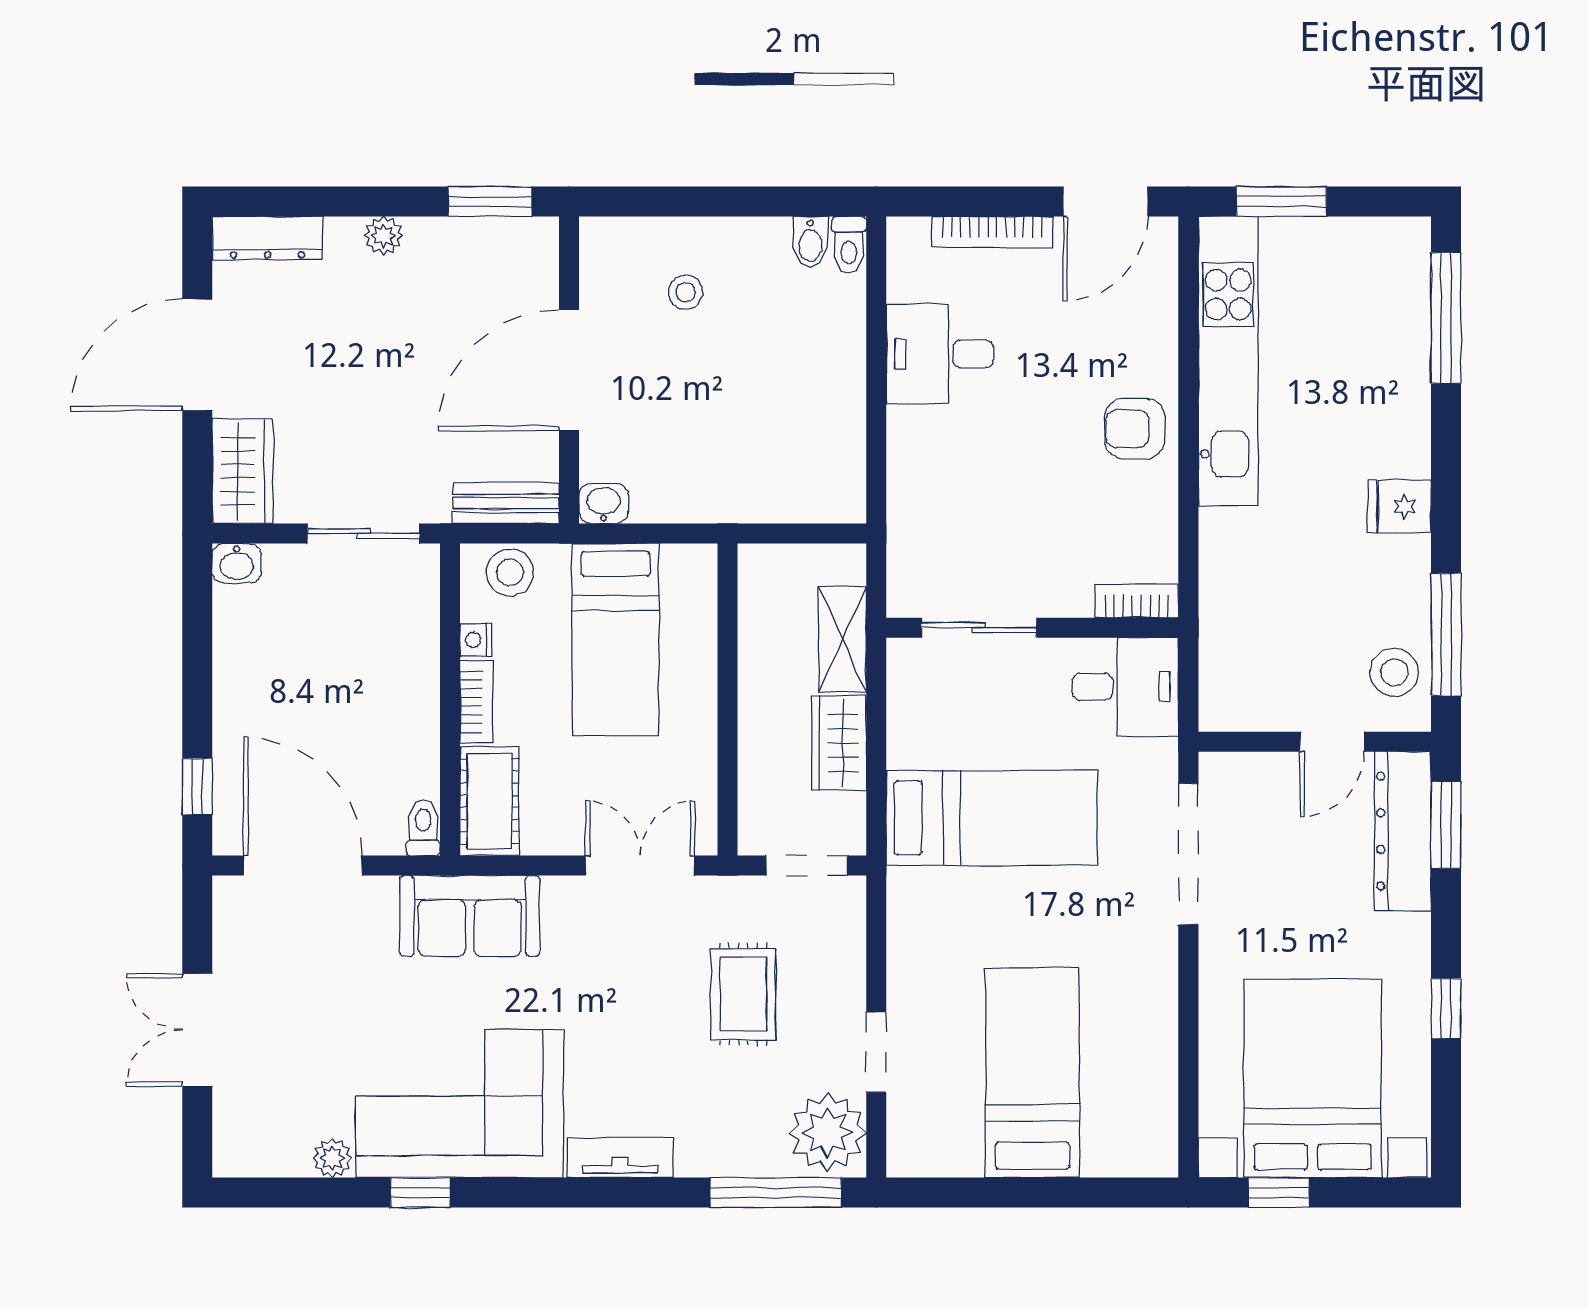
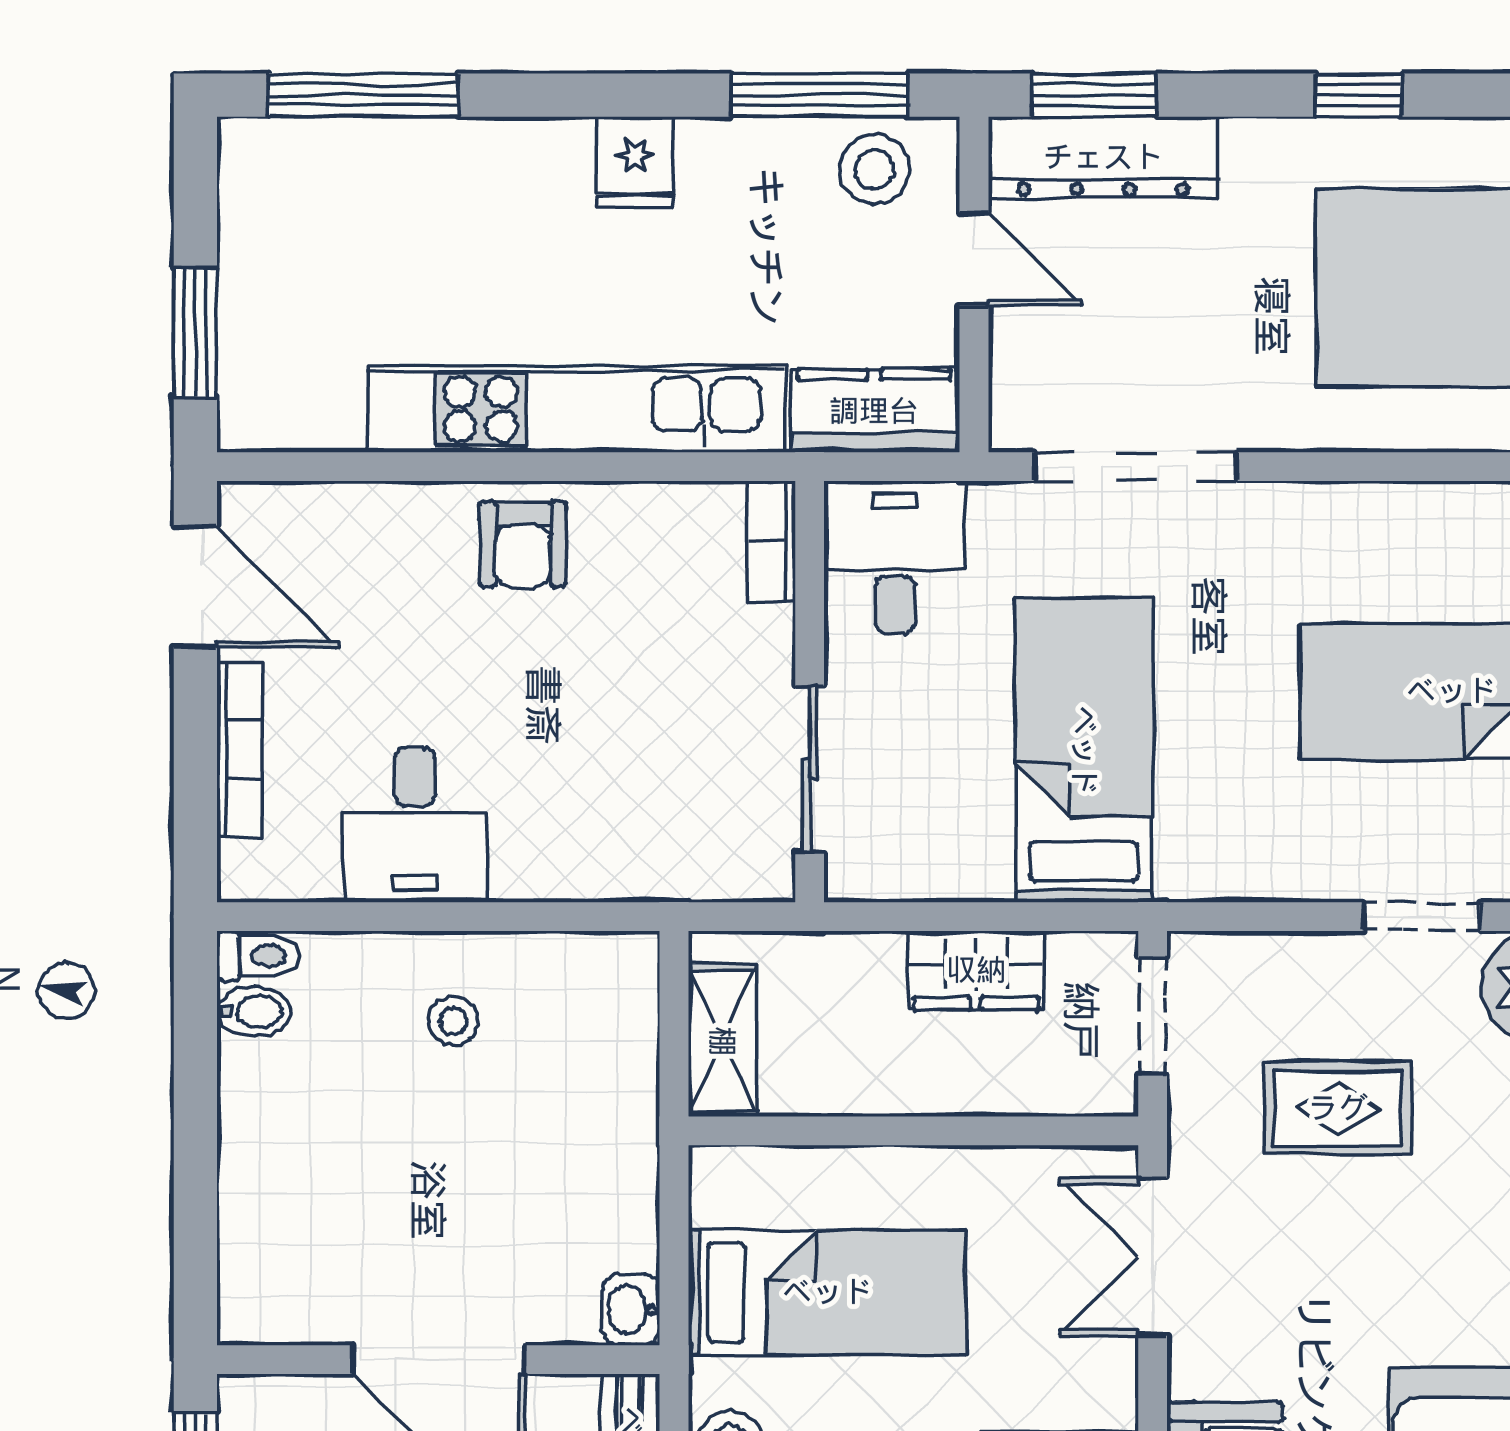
stool: (685, 292) -> (453, 1021), moved
kitchen unit: (1228, 361) -> (577, 409), moved
shelving: (843, 639) -> (722, 1041), moved, turned 90
kitchen counter: (1227, 672) -> (874, 411), added

